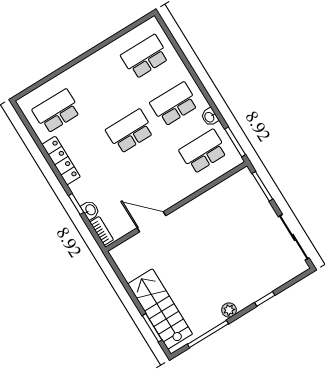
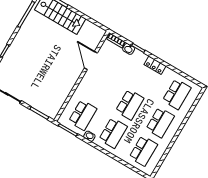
school desk: (101, 84) -> (160, 123), added
locker: (61, 161) -> (155, 65), width x0.66
door: (151, 222) -> (91, 60), swing flipped
plant: (229, 310) -> (21, 34), removed

